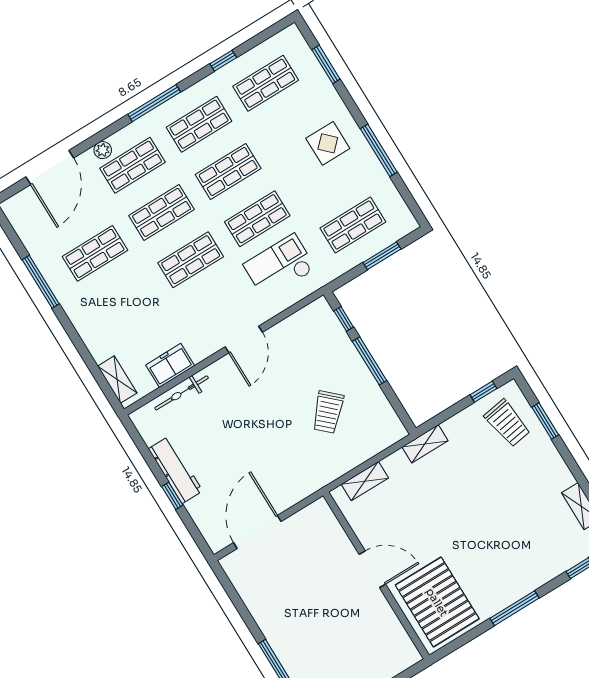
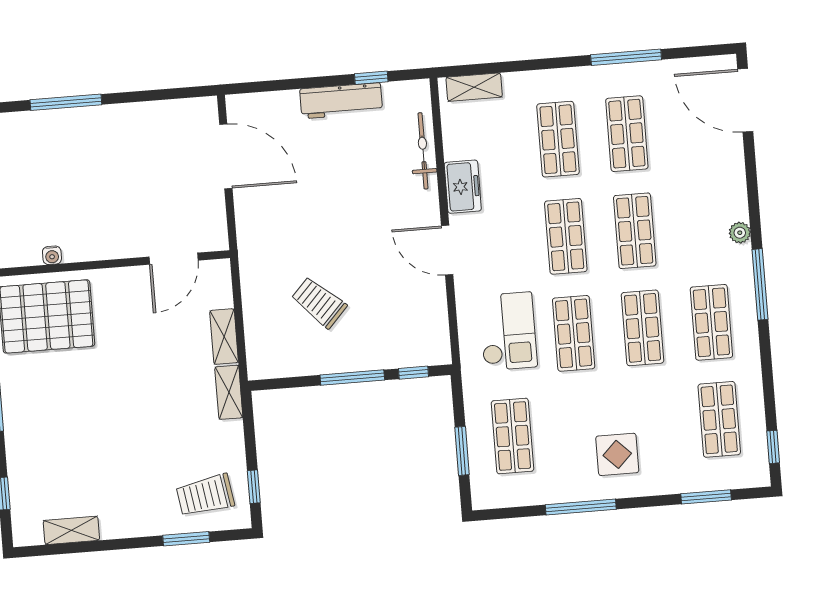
window: (223, 61) -> (773, 447), moved
plant: (103, 150) -> (740, 233), moved
shop shelf: (132, 165) -> (558, 139), moved
door: (50, 167) -> (745, 100), moved
freezer: (170, 365) -> (463, 187), moved
shelving: (365, 481) -> (224, 337), moved
window: (172, 496) -> (371, 78), moved
door: (372, 569) -> (174, 259), moved
water cooler: (391, 620) -> (52, 255), added

